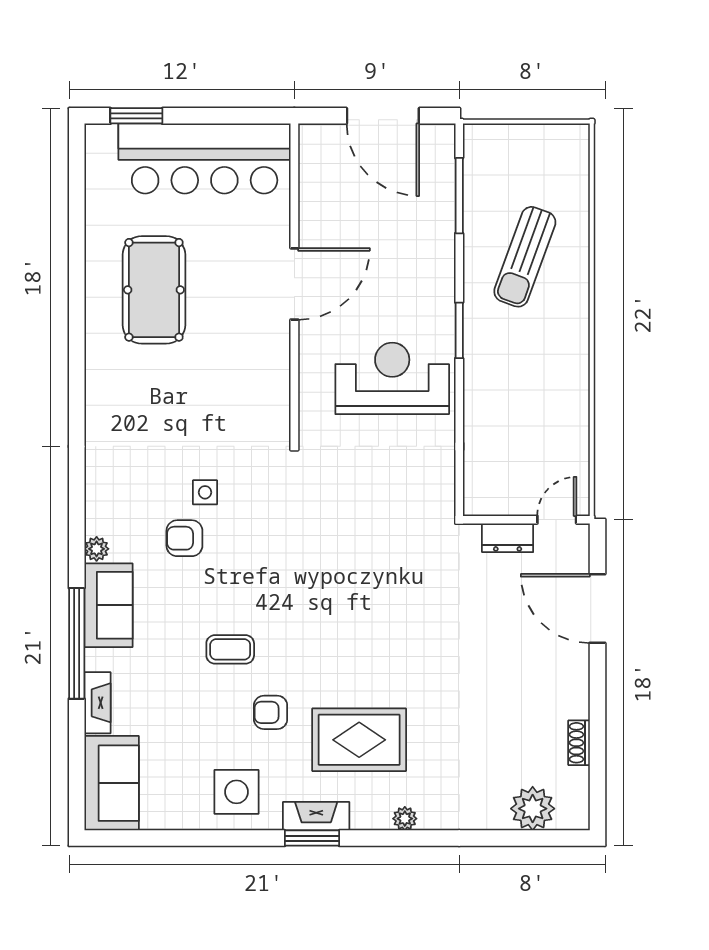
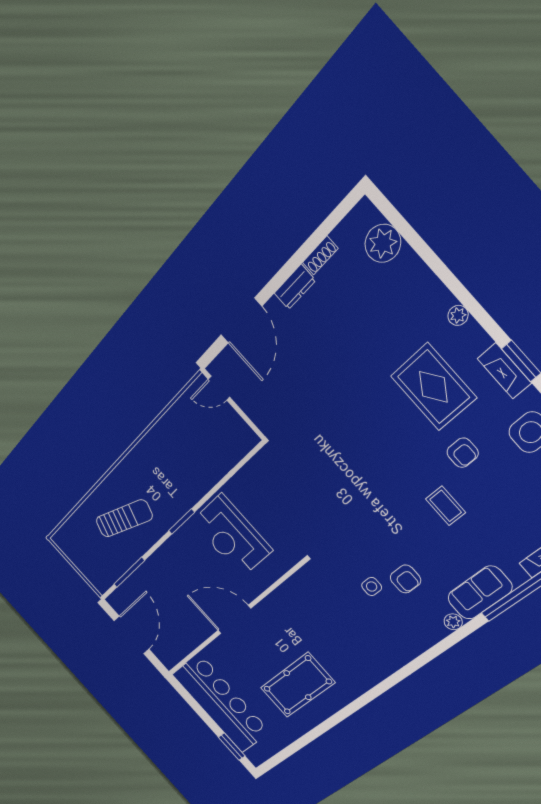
dresser: (508, 538) -> (295, 287), moved, turned 90

